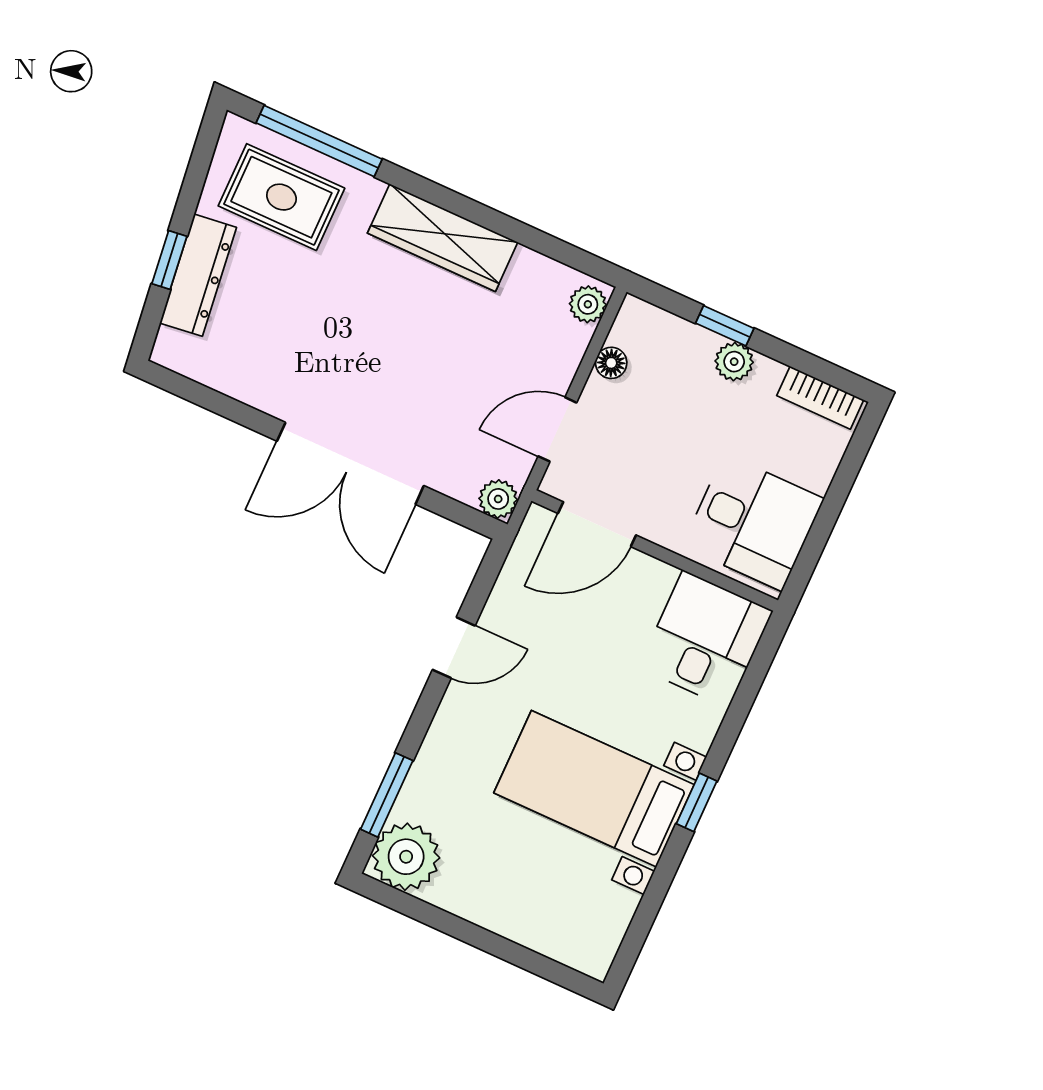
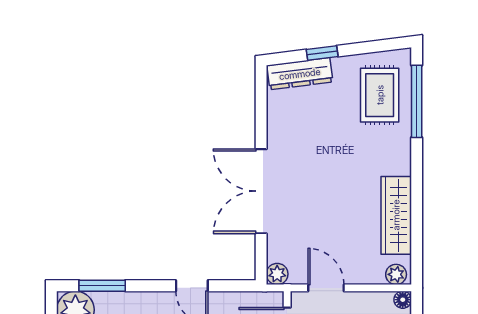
wardrobe: (443, 238) -> (396, 215), moved
dresser: (198, 275) -> (300, 74), moved
floor lamp: (611, 363) -> (403, 300), moved

